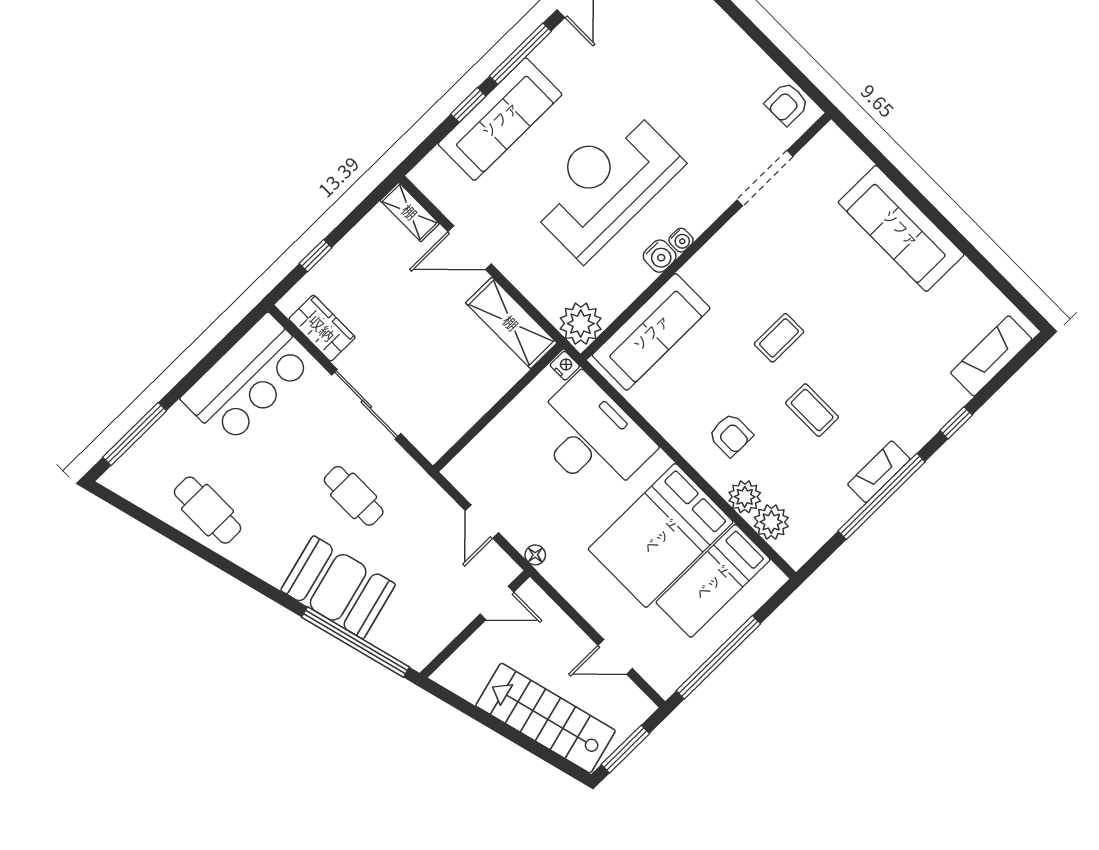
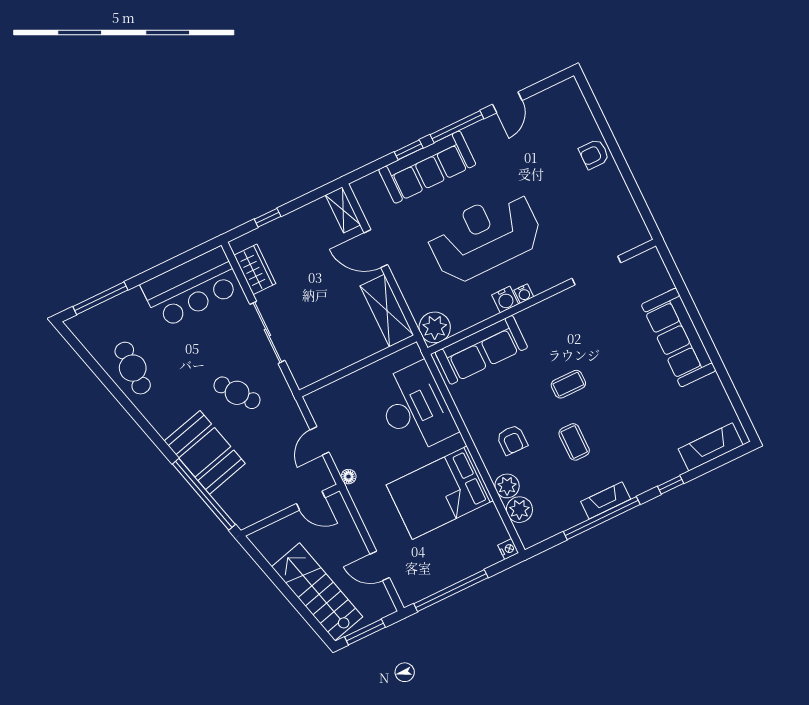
armchair: (787, 104) -> (594, 154), moved
nightstand: (565, 366) -> (508, 549), moved
cafe table: (354, 496) -> (237, 393), turned -37
bed: (713, 581) -> (465, 537), removed

